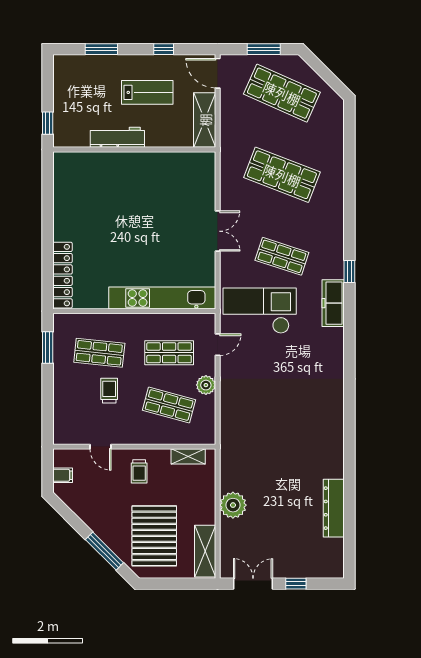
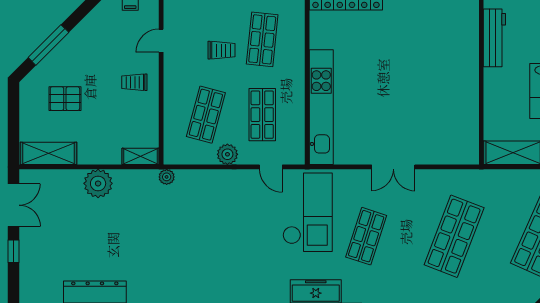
workbench: (117, 137) -> (494, 38), moved
plant: (227, 441) -> (167, 177), added
shelving: (188, 456) -> (140, 156), moved, turned 90
pallet: (154, 536) -> (65, 99), width x0.49, depth x0.50

